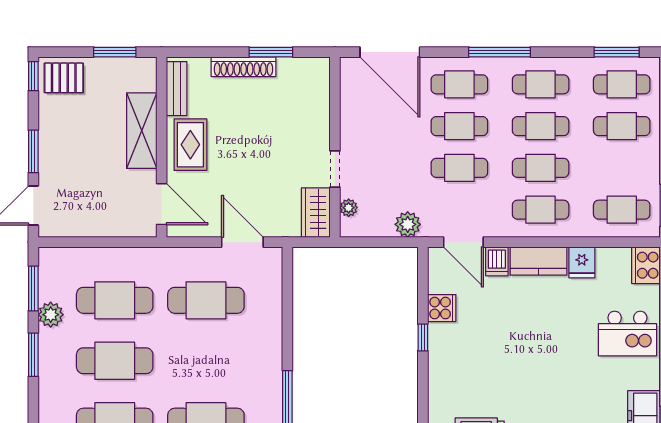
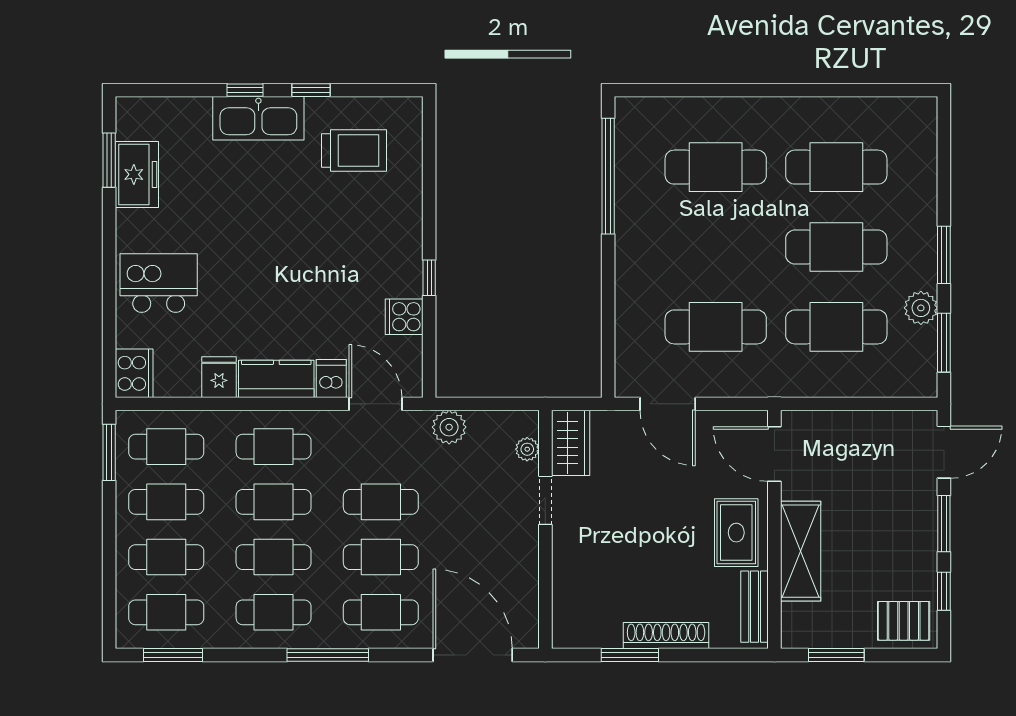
window: (33, 76) -> (944, 591), moved
cafe table: (622, 168) -> (166, 502), added

